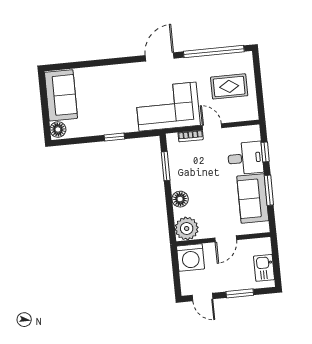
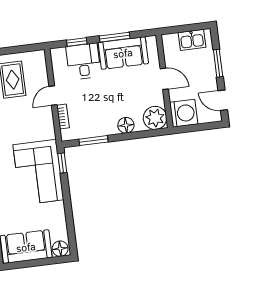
corner sofa: (168, 107) -> (38, 172), moved
window: (114, 137) -> (62, 163), moved
door: (203, 297) -> (223, 100), swing flipped

